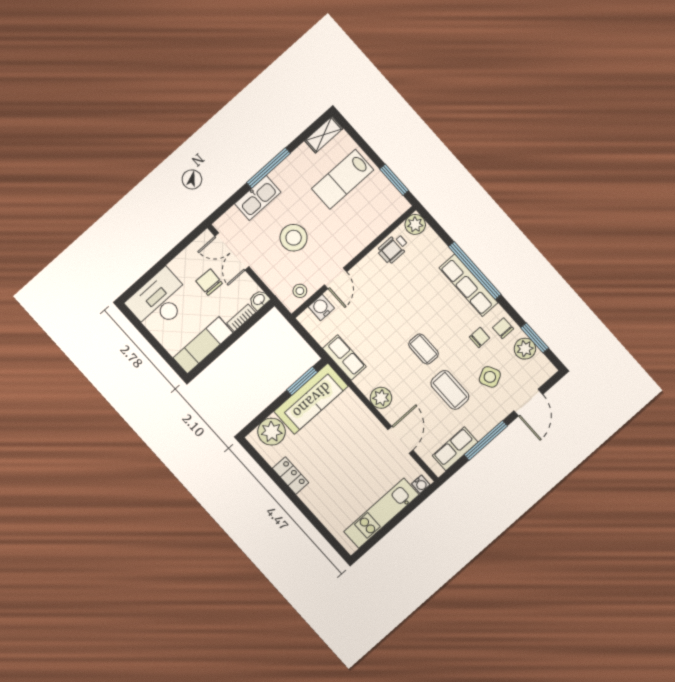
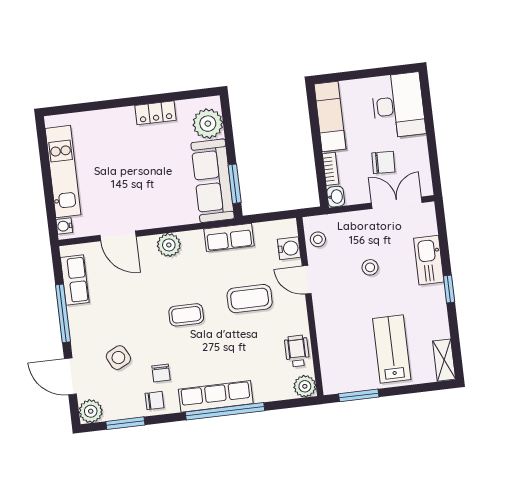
window: (269, 168) -> (449, 289), width x0.46
stool: (294, 238) -> (370, 267), width x0.53, depth x0.53
plant: (525, 349) -> (91, 411), moved
coffee table: (450, 390) -> (250, 299), moved

